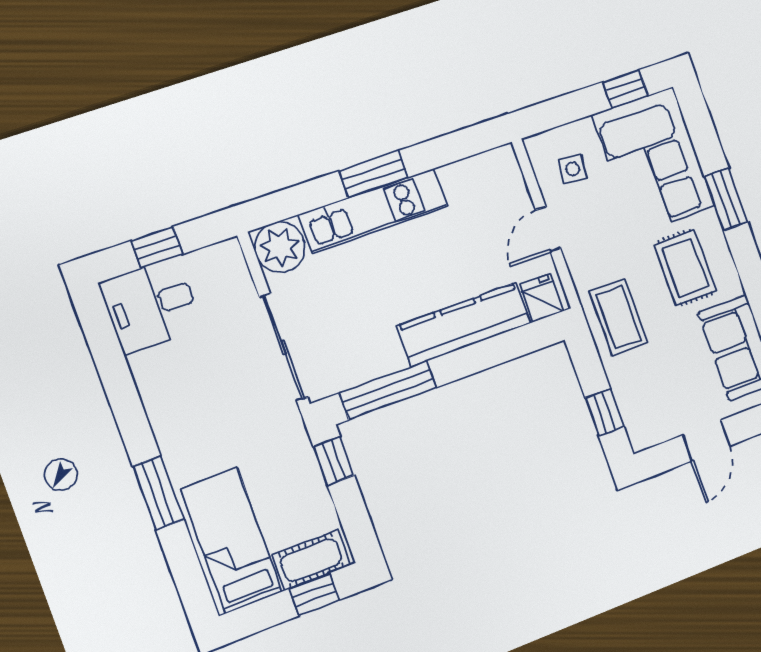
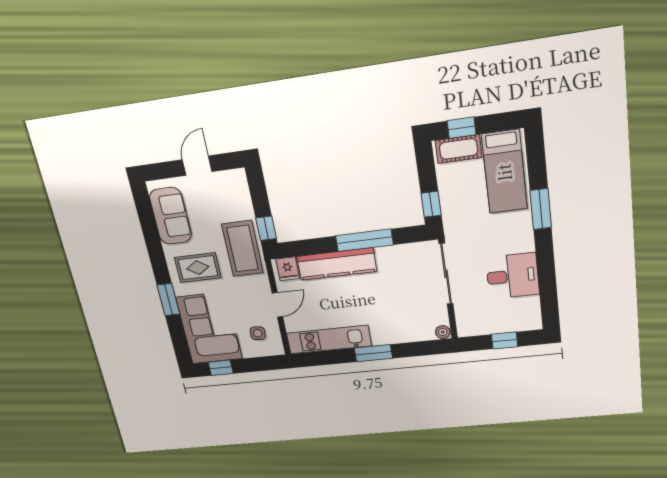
kitchen unit: (373, 211) -> (329, 340), moved
plant: (280, 247) -> (443, 332), width x0.53, depth x0.53
rug: (685, 268) -> (198, 268), turned 90
desk: (151, 306) -> (513, 276), moved
coffee table: (619, 317) -> (242, 249), width x1.36, depth x1.32
window: (388, 390) -> (364, 240), moved
window: (605, 412) -> (266, 228), moved

